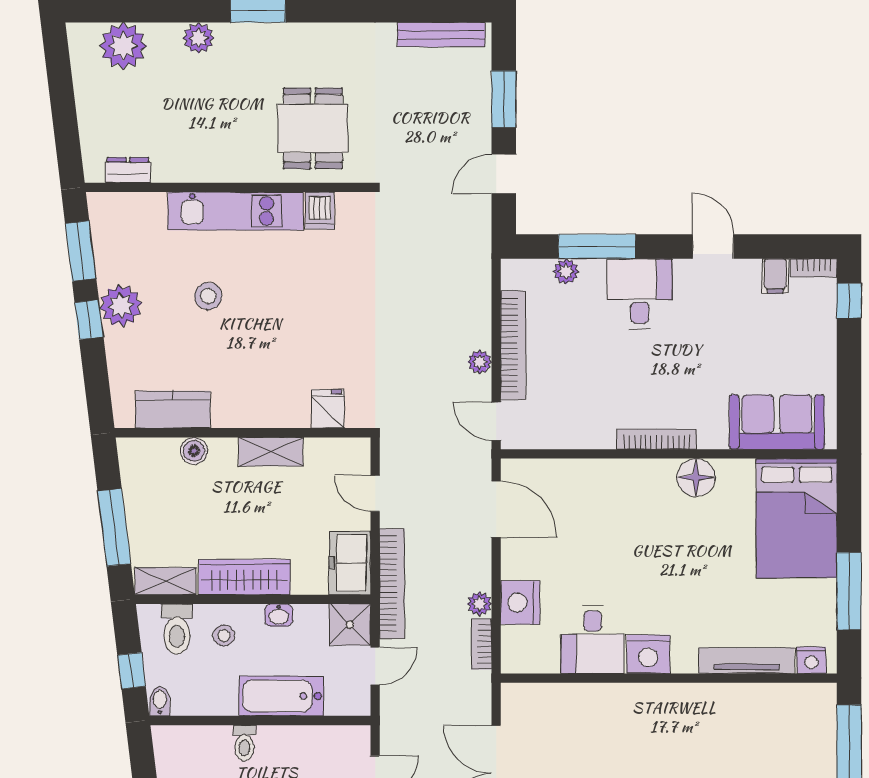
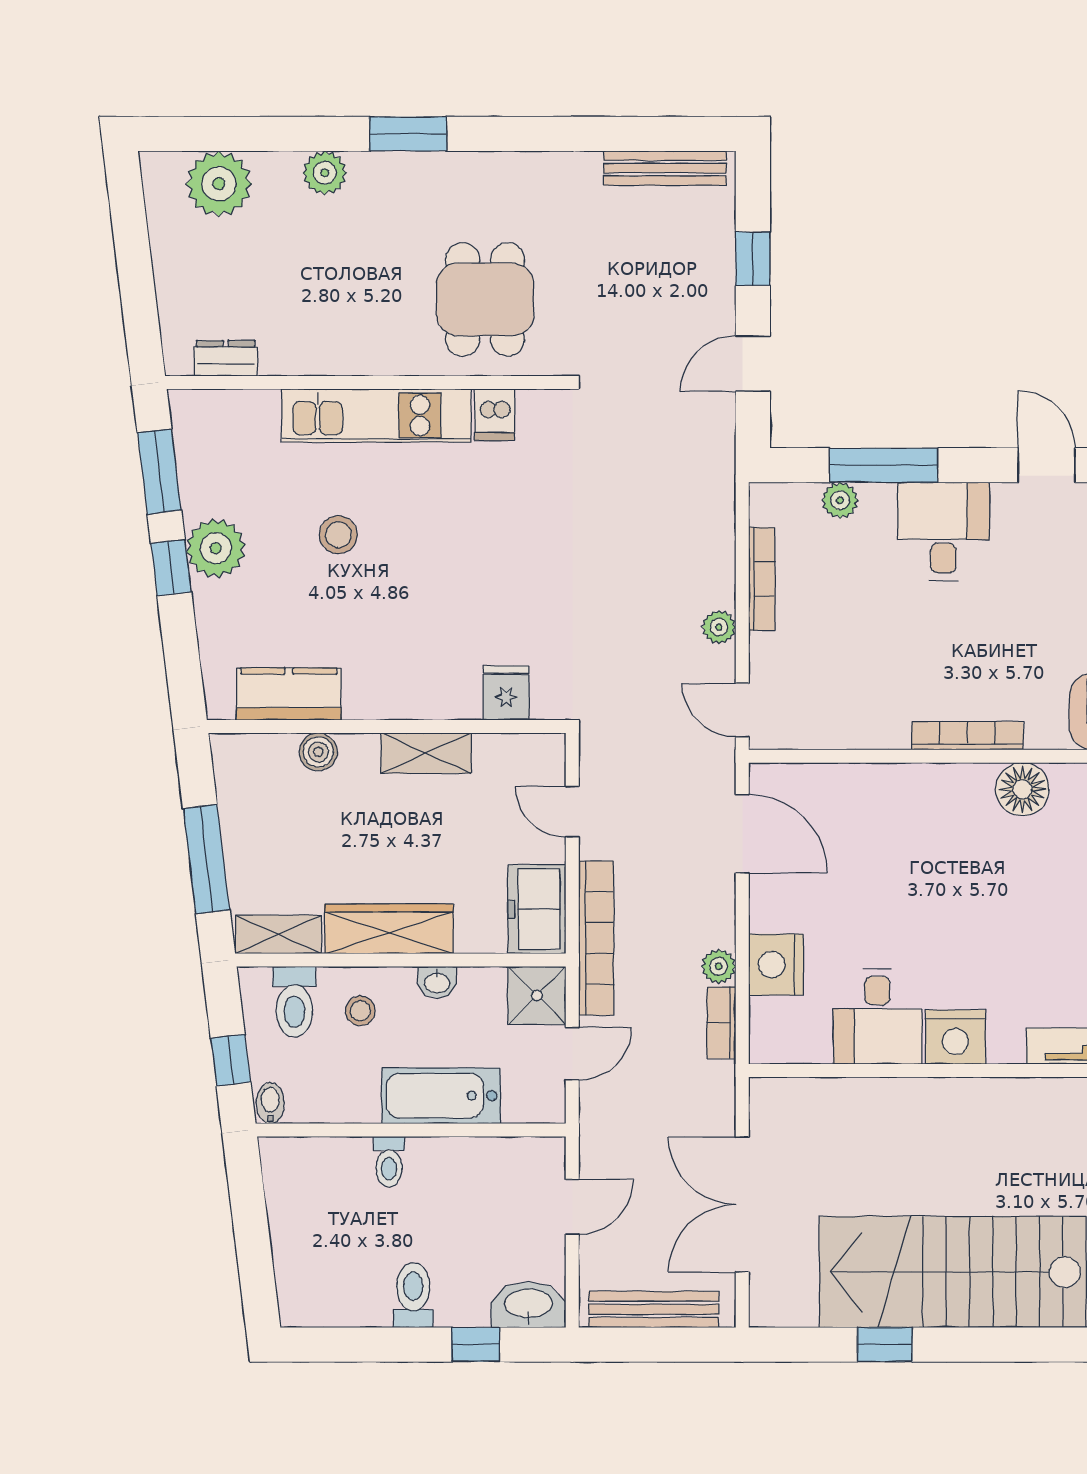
window: (504, 99) -> (753, 259), width x0.67
bookcase: (513, 345) -> (762, 579), width x0.68, depth x0.76

